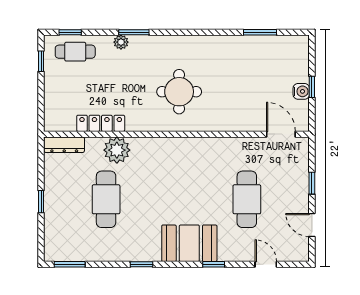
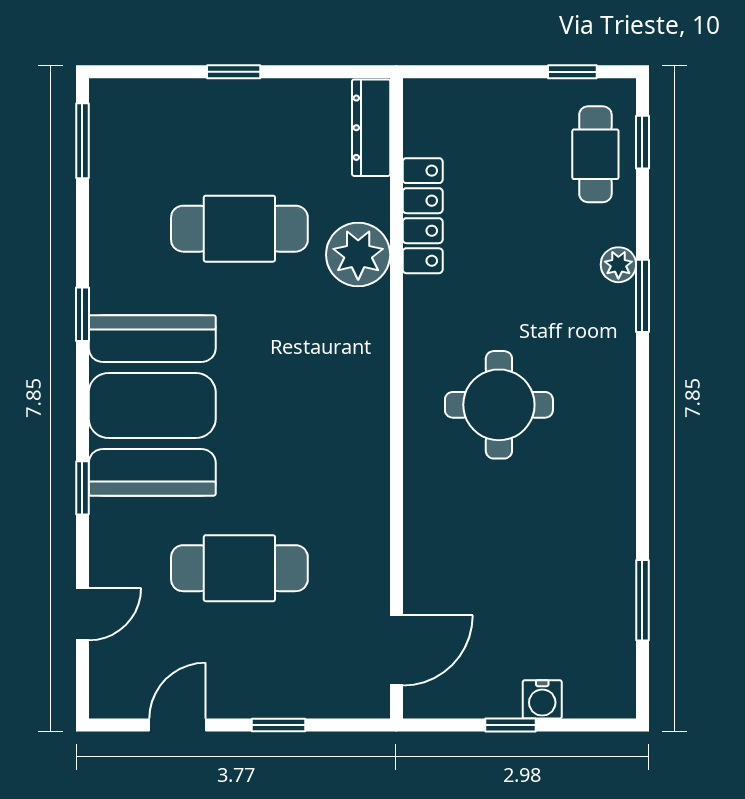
water cooler: (301, 91) -> (542, 699), moved
booth: (189, 243) -> (152, 405), width x1.36, depth x1.42

